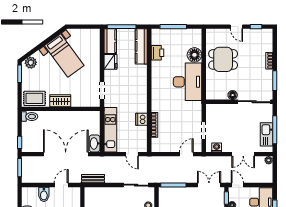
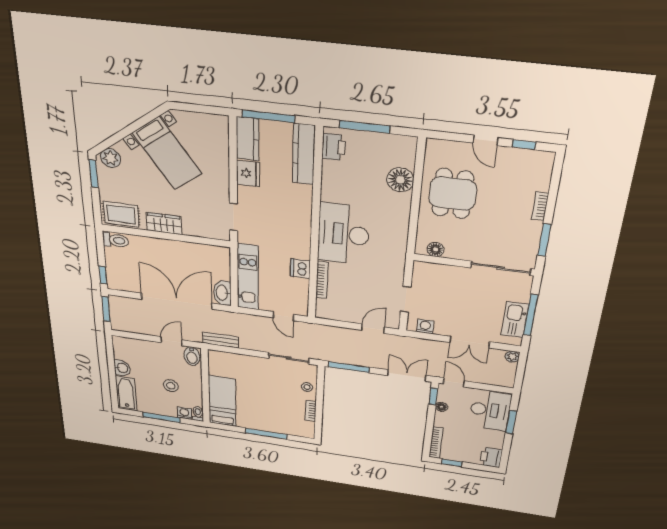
printer: (157, 53) -> (334, 147), moved
dining table: (223, 59) -> (453, 194), turned 90
desk: (188, 82) -> (343, 234), moved, turned 180
floor lamp: (233, 95) -> (436, 249), moved
bidet: (44, 194) -> (192, 356), moved

